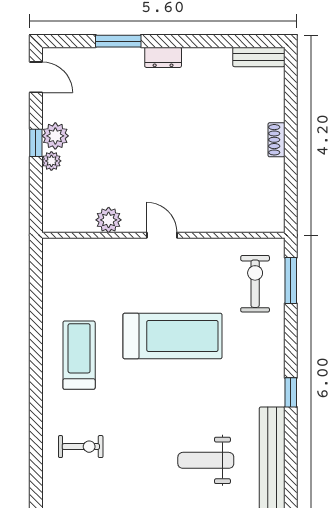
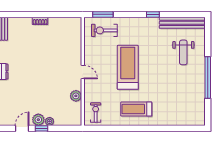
door: (36, 77) -> (22, 128), moved
door: (162, 235) -> (83, 72), swing flipped
exercise bike: (81, 447) -> (96, 113), moved

